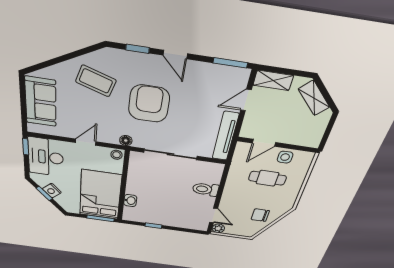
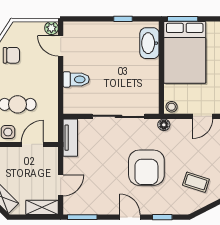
coffee table: (96, 81) -> (196, 182), width x0.73, depth x0.77
tv unit: (225, 136) -> (70, 138), width x0.71
washbasin: (130, 201) -> (149, 43), width x1.91, depth x1.45

